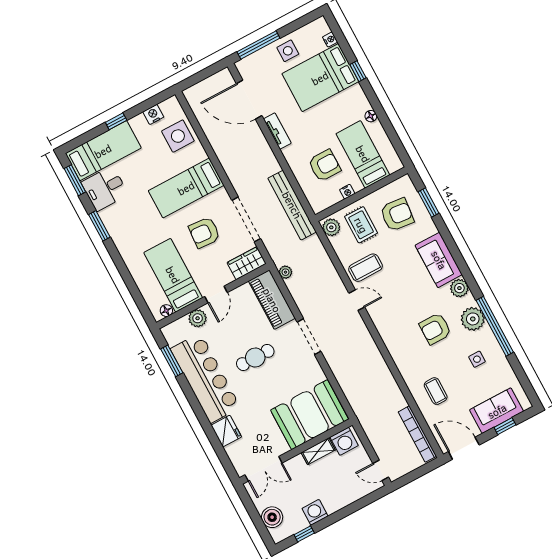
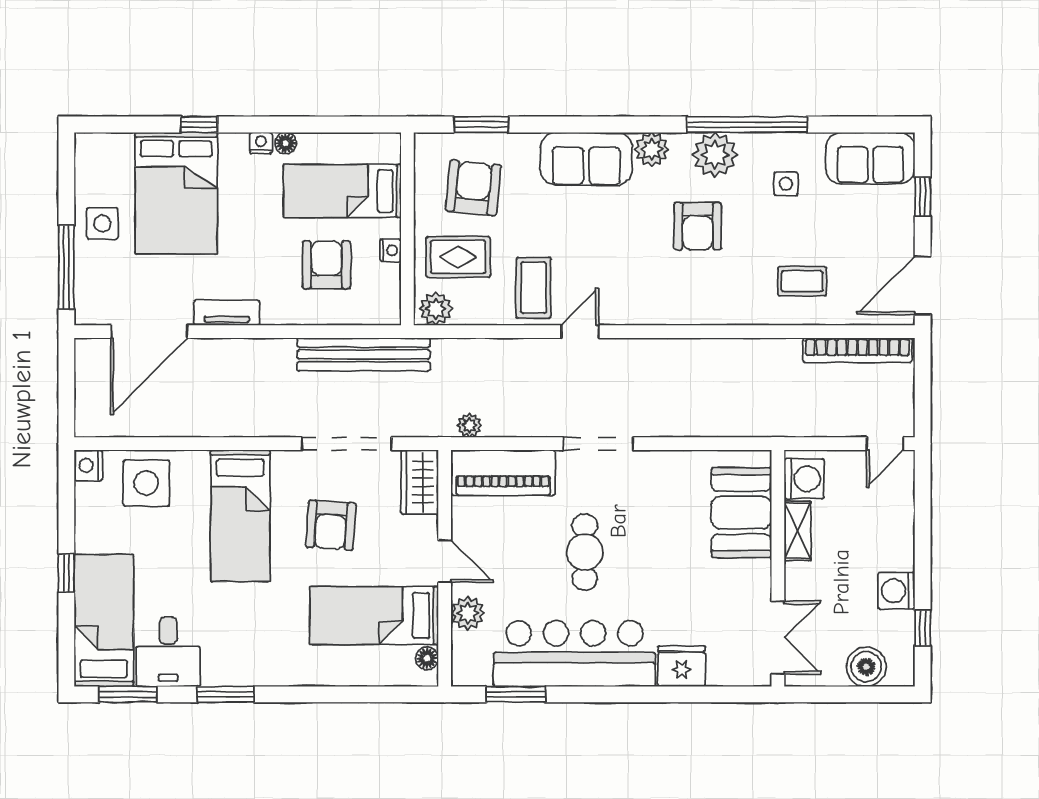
nightstand: (330, 40) -> (261, 143), moved
nightstand: (153, 114) -> (88, 465), moved
sofa: (497, 411) -> (870, 158), moved, turned -90
booth: (310, 415) -> (741, 513), width x0.73, depth x0.70

